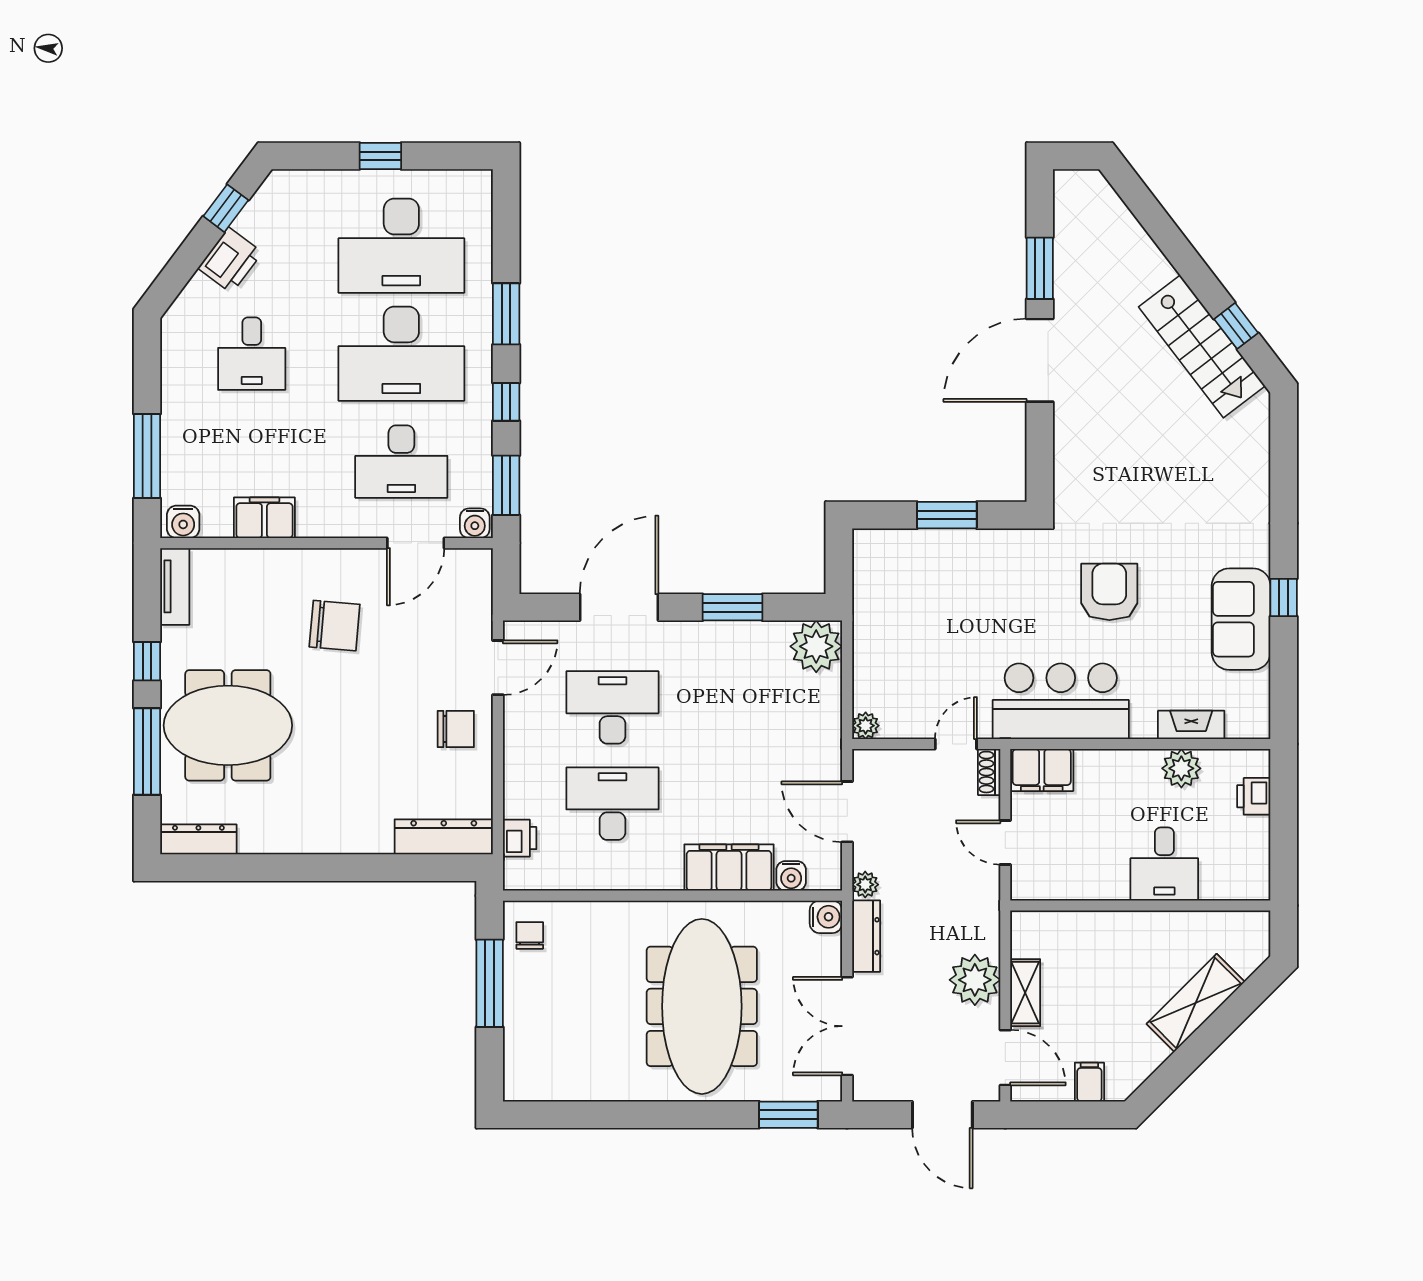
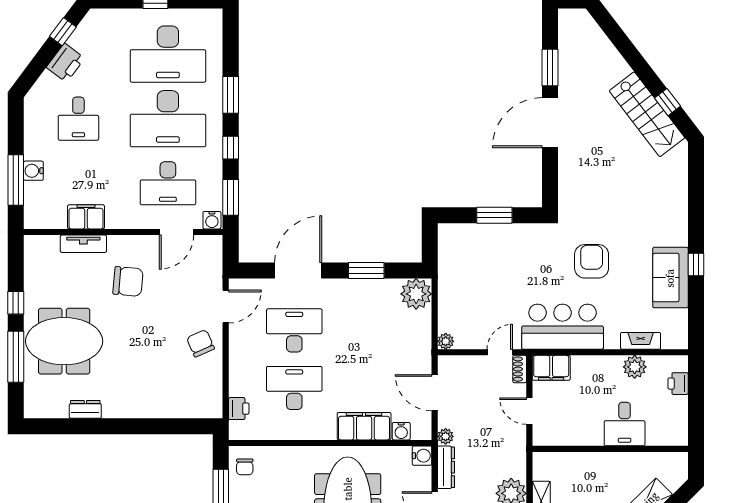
water cooler: (183, 522) -> (33, 171), moved, turned 90
tv unit: (175, 586) -> (83, 244), moved, turned 90
chair: (456, 729) -> (200, 343), turned -114
dresser: (444, 837) -> (193, 408), removed
dresser: (198, 839) -> (85, 409), moved, width x0.70
chair: (530, 935) -> (245, 467), turned 180

